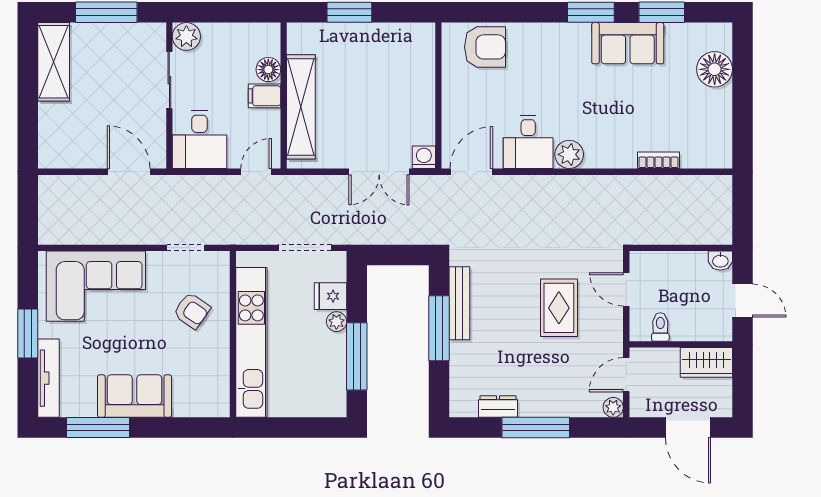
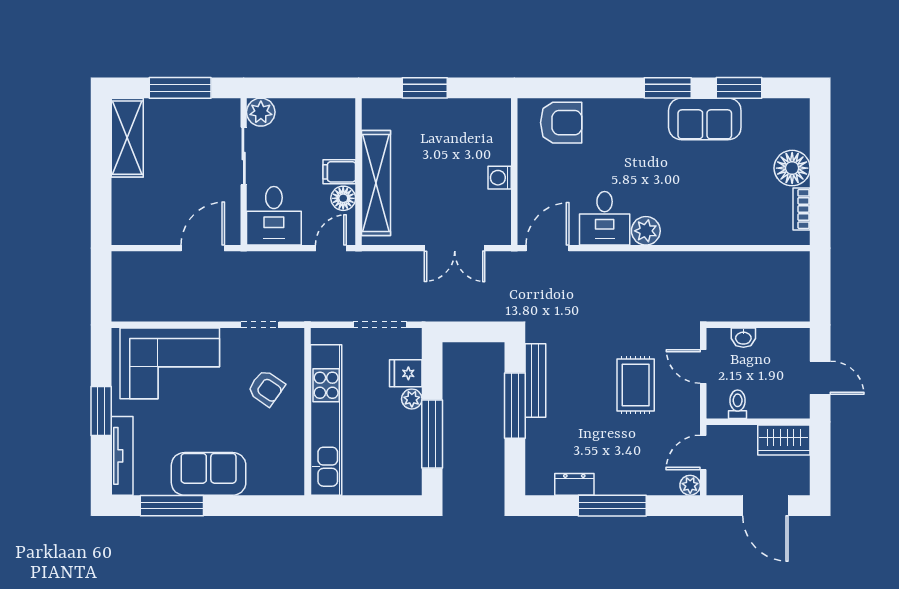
floor lamp: (715, 69) -> (792, 168), moved
floor lamp: (268, 70) -> (343, 198), moved
washing machine: (424, 157) -> (500, 178), moved, turned -90
bookcase: (658, 160) -> (802, 209), moved, turned -90
door: (129, 172) -> (203, 248), hinge flipped
washbasin: (720, 261) -> (743, 338), moved

